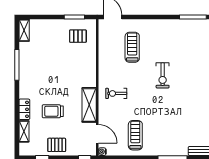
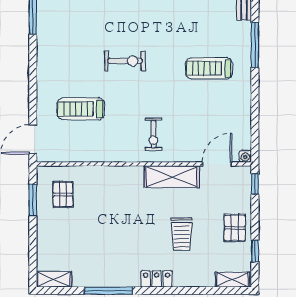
locker: (24, 109) -> (157, 279), moved
shelving: (24, 131) -> (233, 280), moved
treadmill: (135, 135) -> (209, 68), moved

